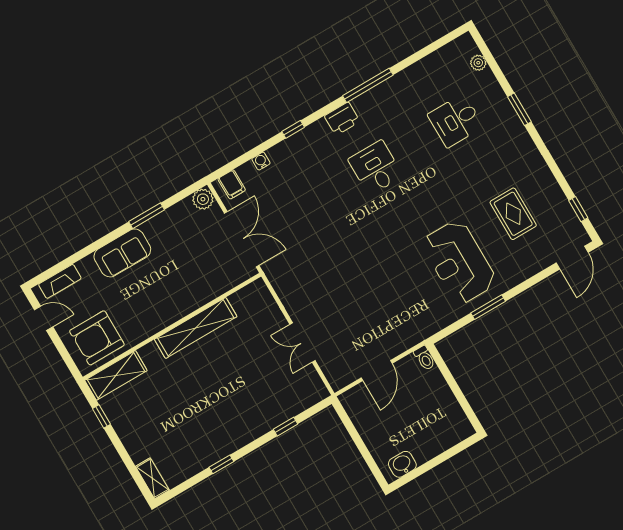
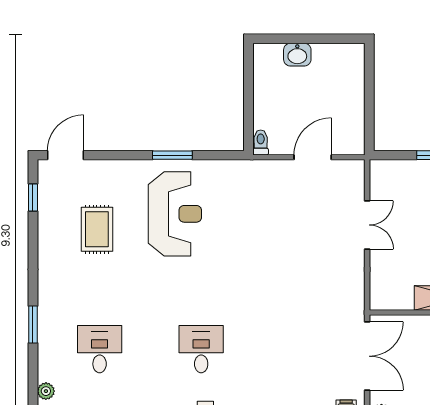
desk: (456, 121) -> (100, 349), turned -90
desk: (376, 168) -> (201, 349), turned 180
double door: (242, 239) -> (367, 356), swing flipped
washbasin: (402, 464) -> (297, 55), moved

